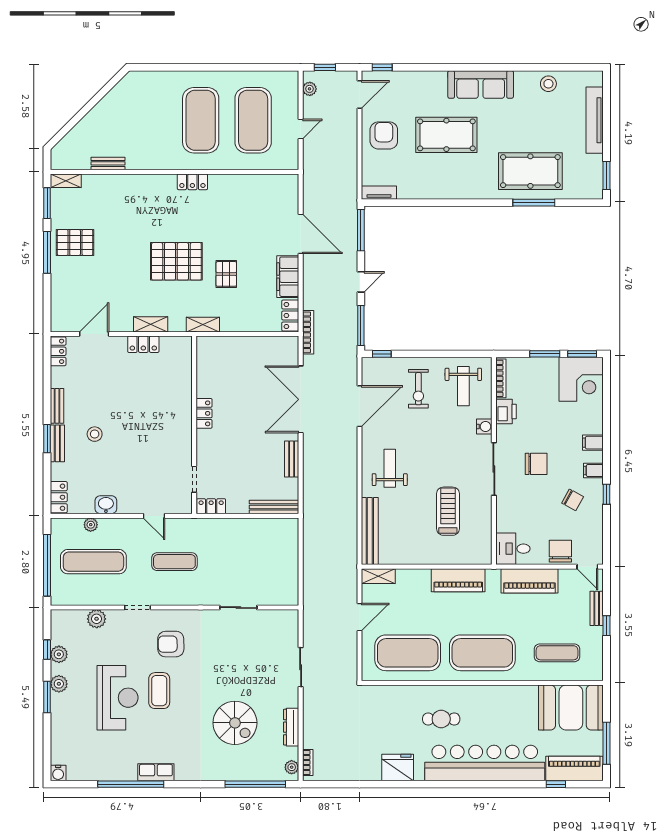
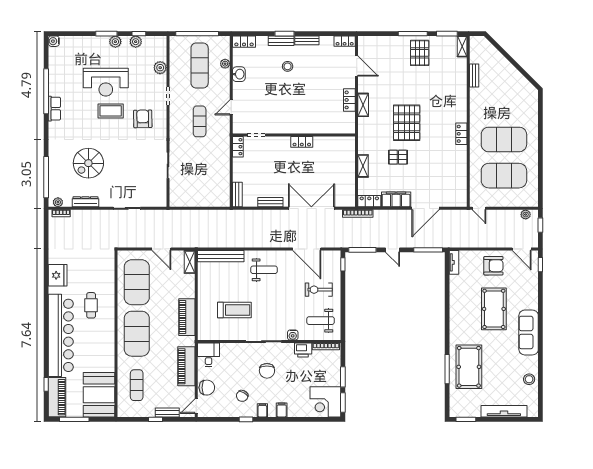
door: (301, 129) -> (479, 208), moved
shelving: (203, 325) -> (363, 166), moved
bench: (274, 507) -> (237, 195), width x0.73

